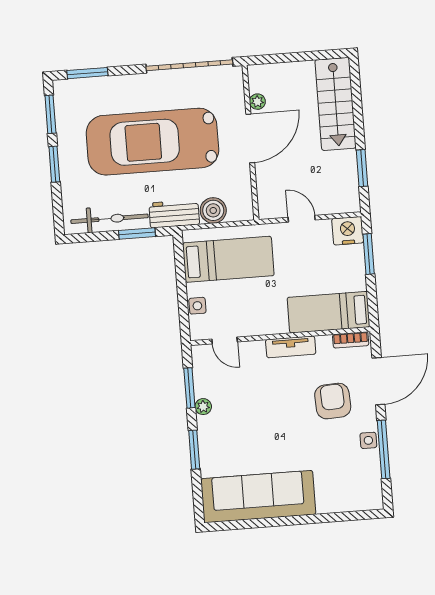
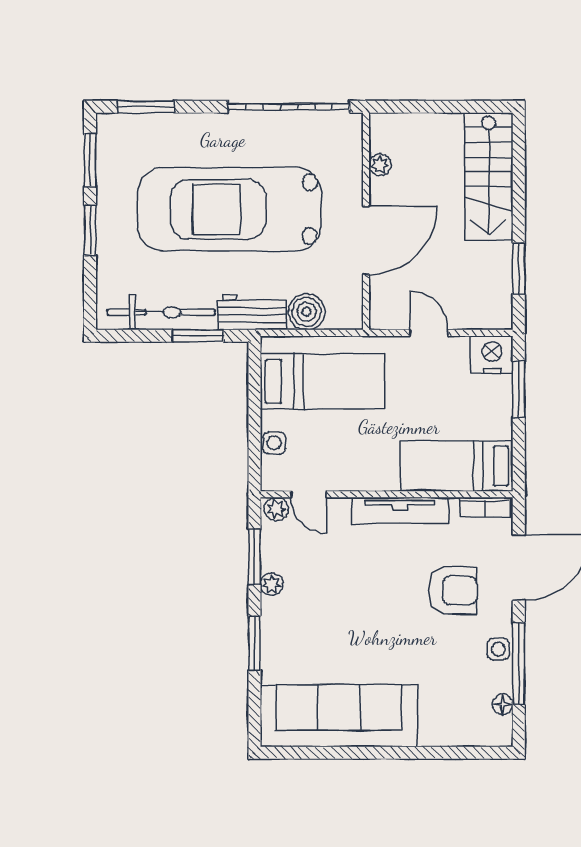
door: (250, 138) -> (366, 241), moved
tv unit: (291, 347) -> (400, 510), width x1.41
plant: (202, 353) -> (276, 509), added
armchair: (333, 401) -> (453, 590), turned 93
floor lamp: (374, 480) -> (503, 704), added

